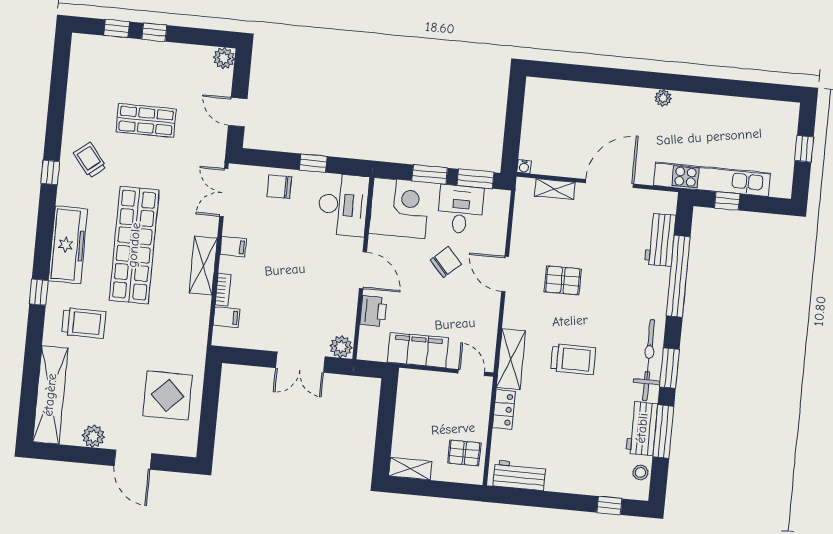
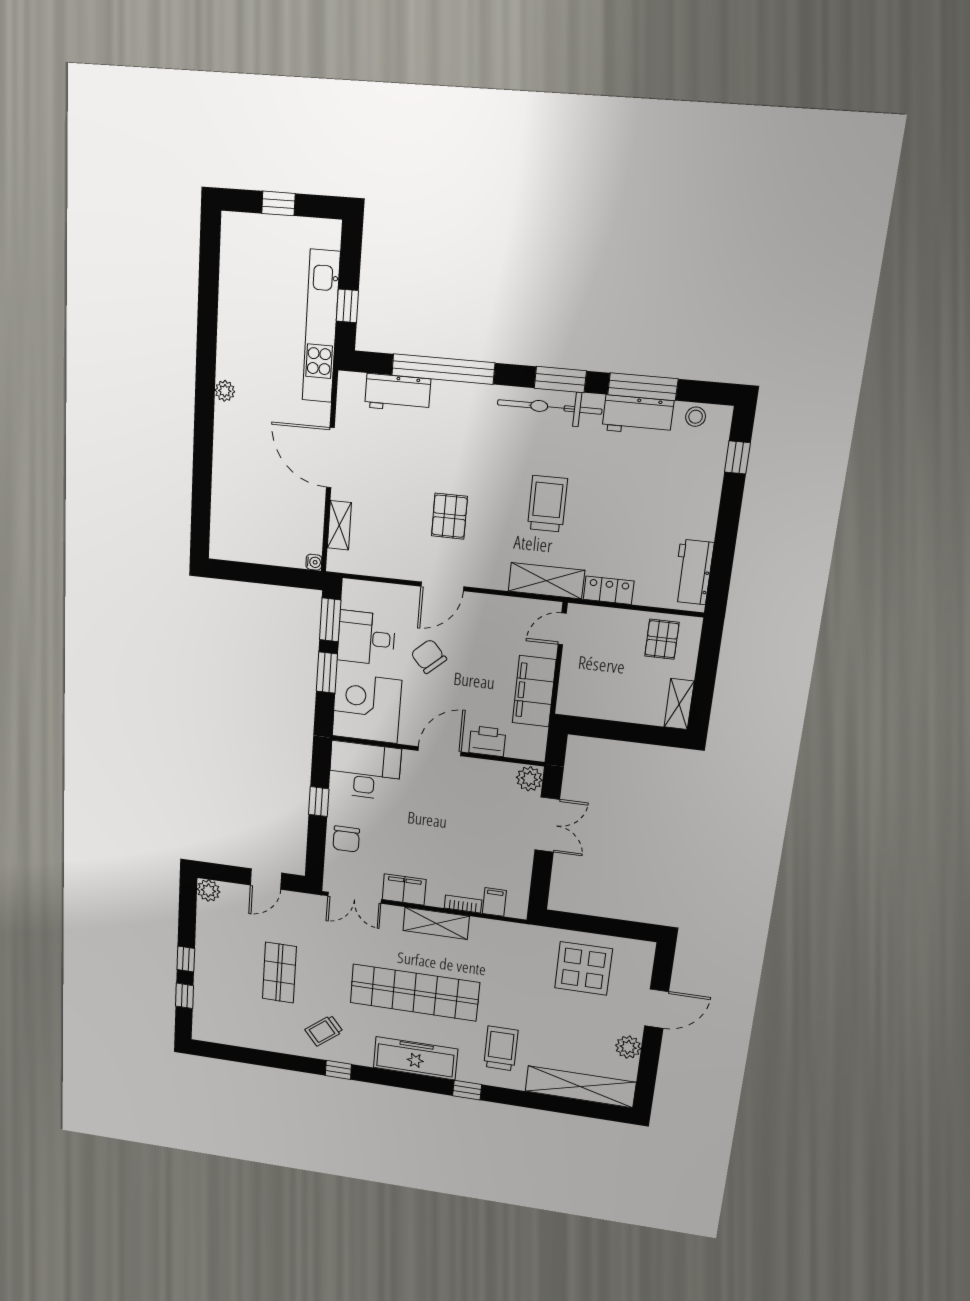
filing cabinet: (233, 247) -> (404, 890), width x2.00

